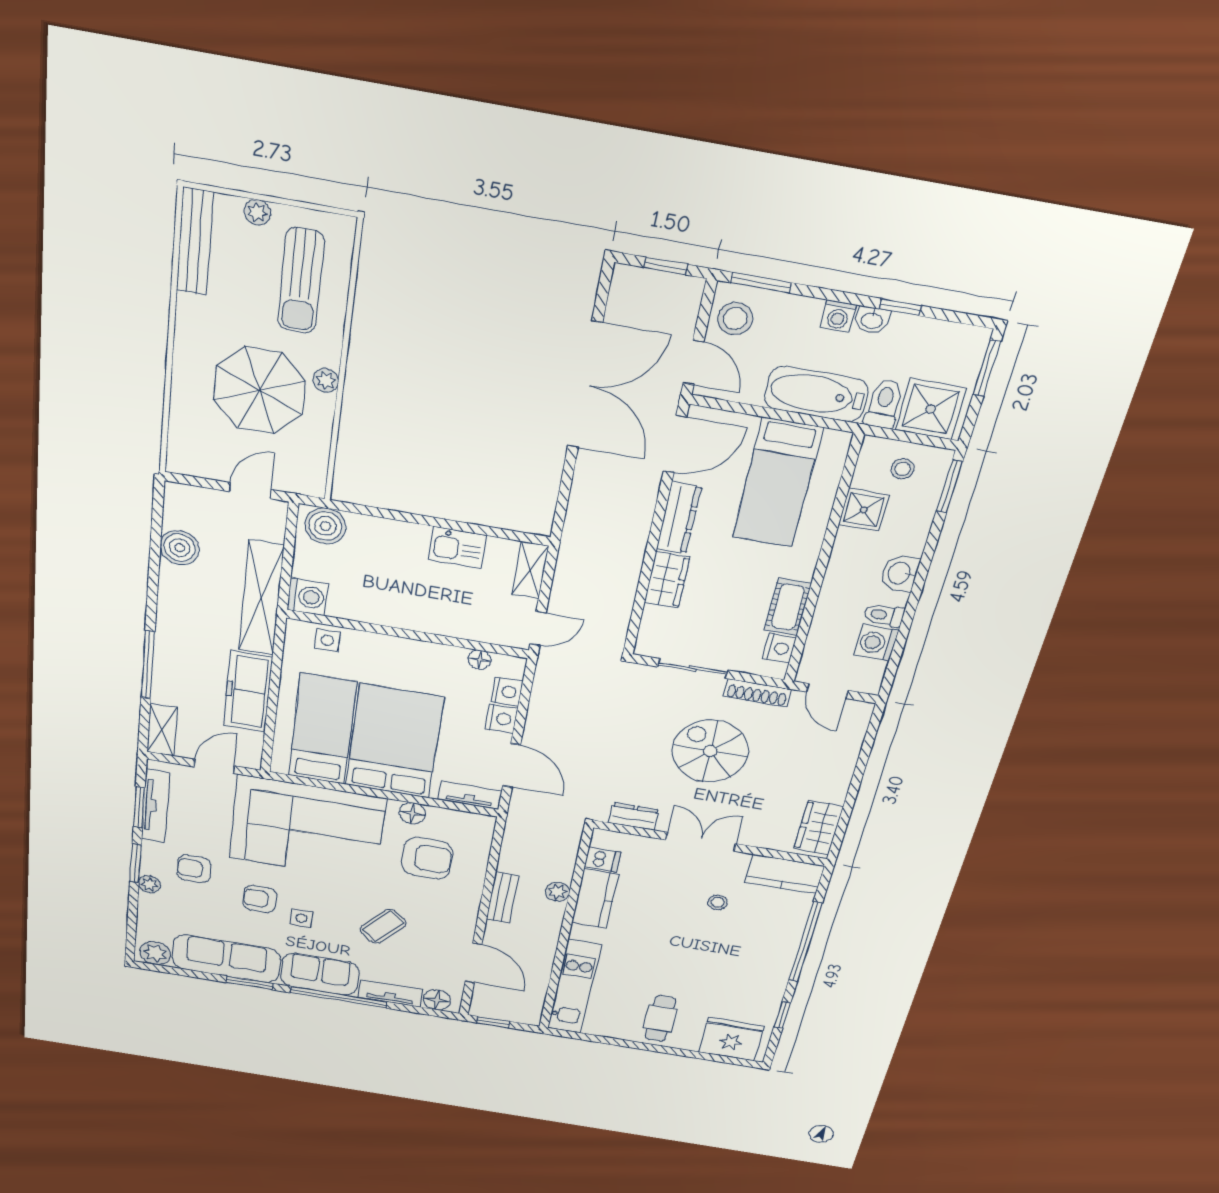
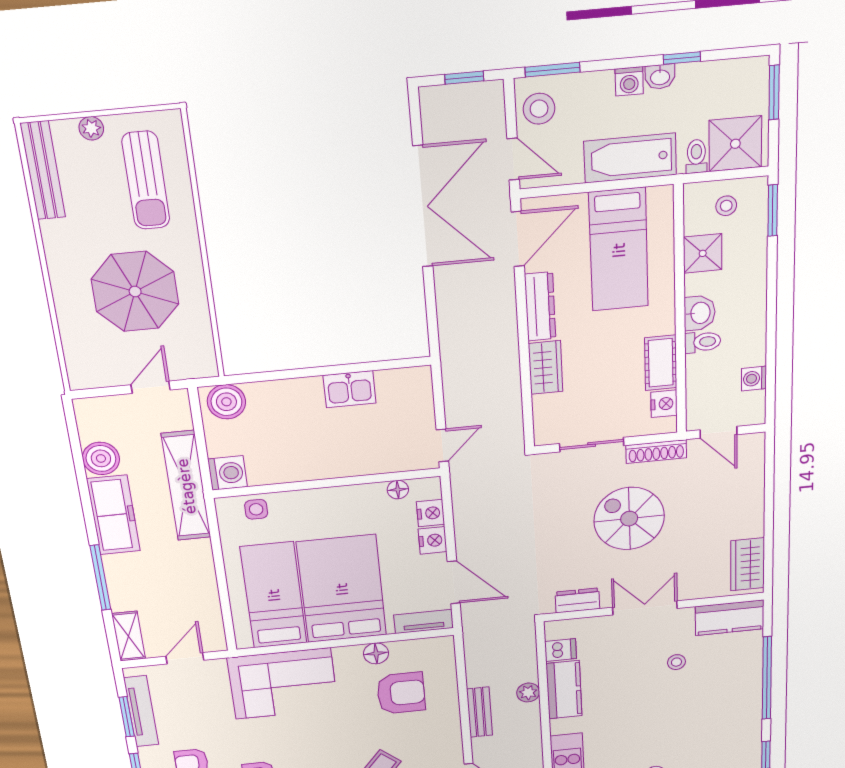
plant: (326, 380) -> (192, 266), removed
toilet: (884, 404) -> (696, 156), width x0.73, depth x0.72
shelving: (530, 570) -> (421, 392), removed
washbasin: (900, 573) -> (700, 313), moved, turned 180
toilet: (884, 615) -> (703, 342), moved, turned 180
washing machine: (876, 643) -> (754, 378), width x0.73, depth x0.73
freezer: (248, 691) -> (113, 515), moved, turned 180
corner sofa: (307, 828) -> (283, 684), width x0.73, depth x0.74

